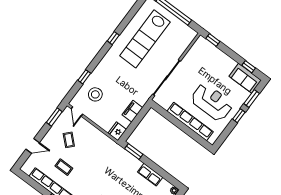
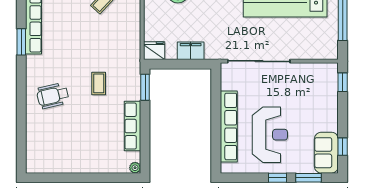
coffee table: (64, 167) -> (99, 83), moved
row of seats: (150, 175) -> (133, 126), width x1.48

